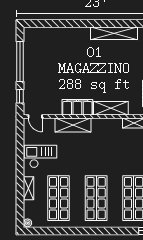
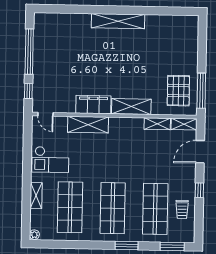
shelving: (114, 33) -> (118, 21), moved
checkout: (40, 156) -> (50, 160), turned 180
window: (109, 231) -> (127, 246), added

